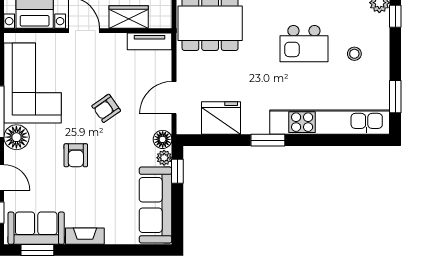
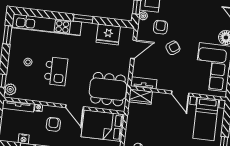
wardrobe: (129, 17) -> (141, 97), moved
kitchen island: (304, 44) -> (56, 71), turned 90
floor lamp: (163, 139) -> (143, 26), removed
armchair: (76, 155) -> (161, 27), moved

